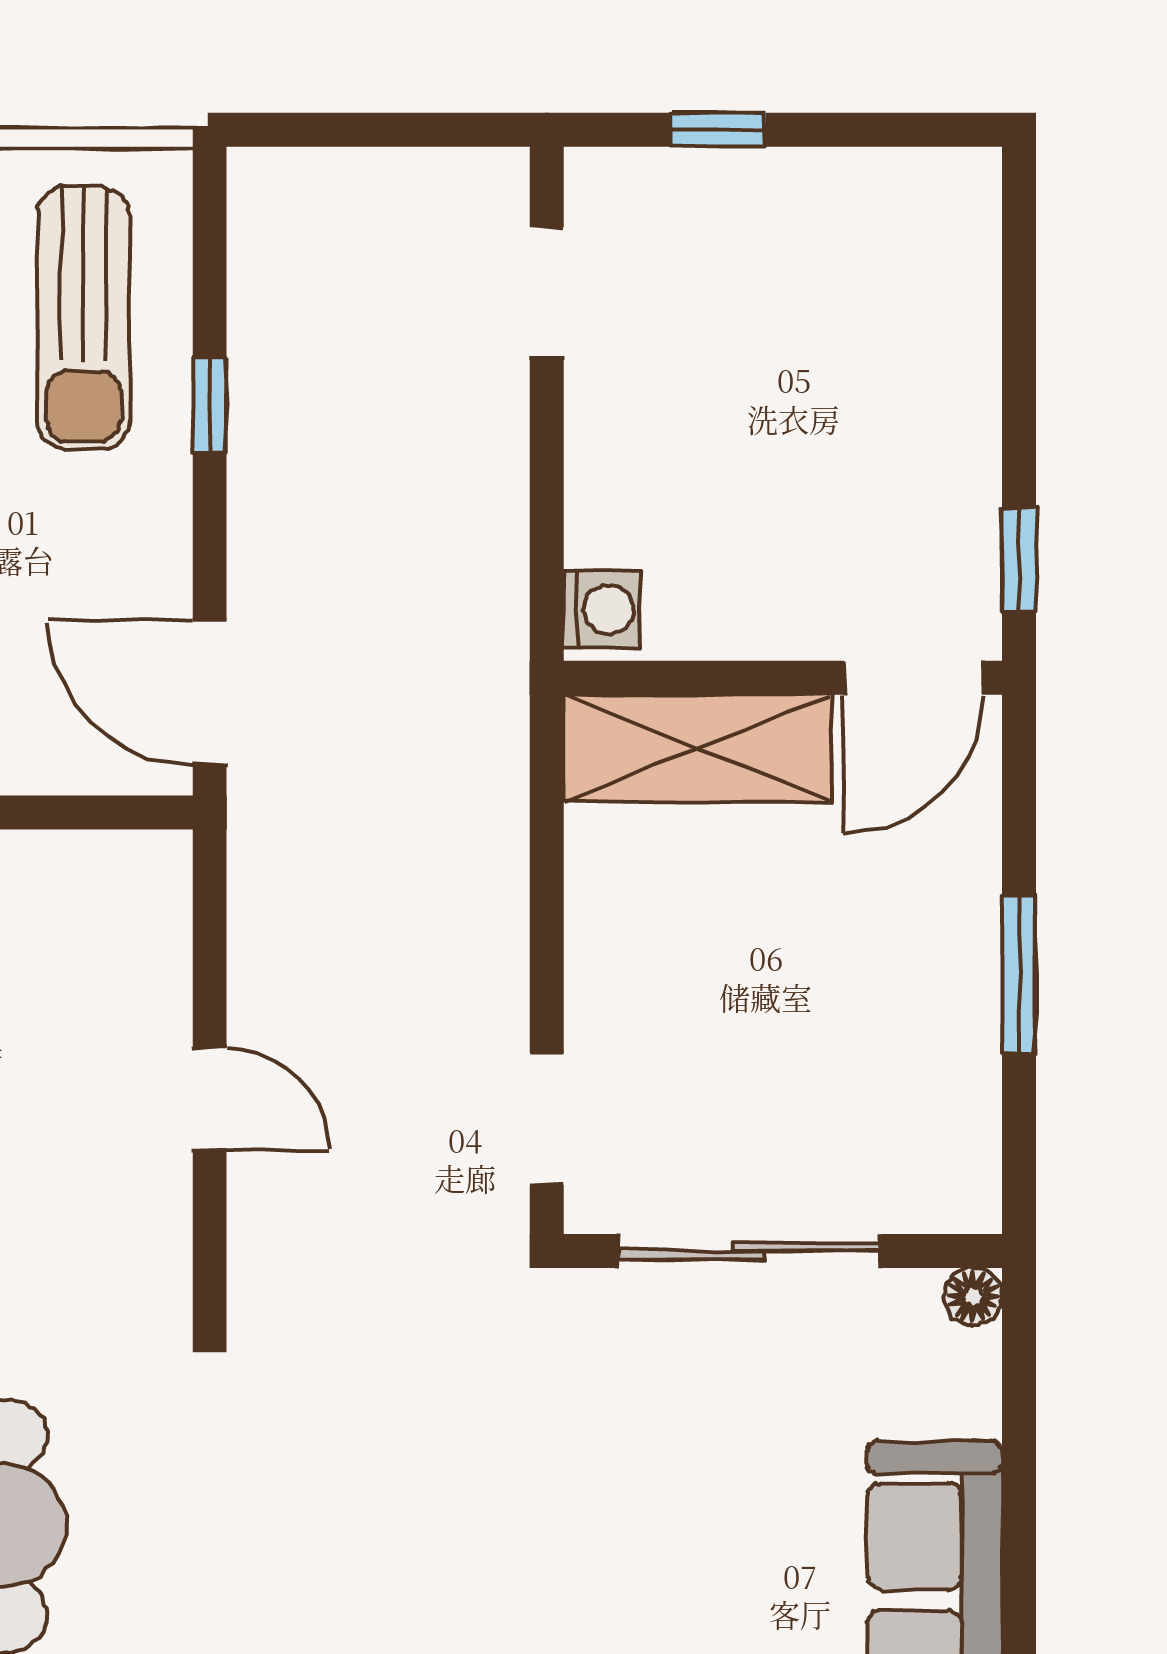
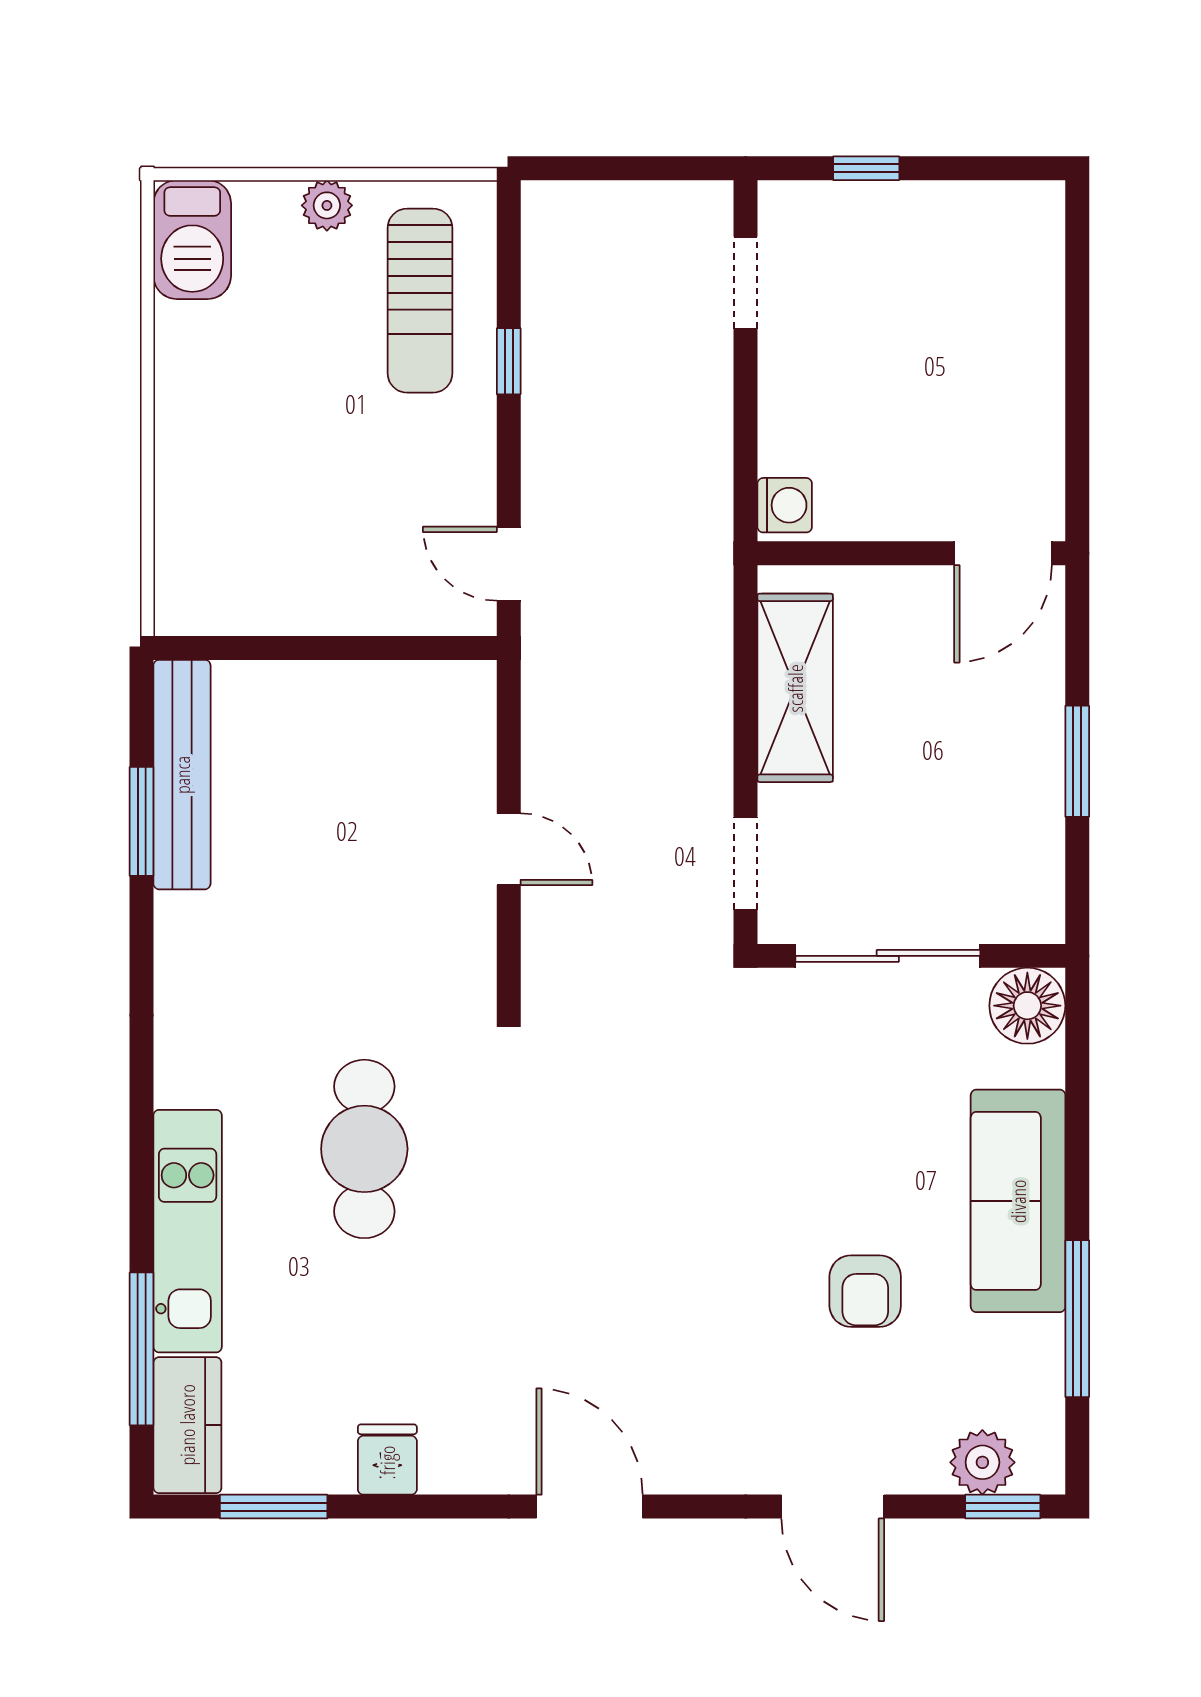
window: (1019, 560) -> (1077, 470), removed
door: (210, 693) -> (509, 564), width x0.73
shelving: (698, 748) -> (795, 688), moved, turned 90
floor lamp: (973, 1297) -> (1027, 1006), width x1.89, depth x1.89

